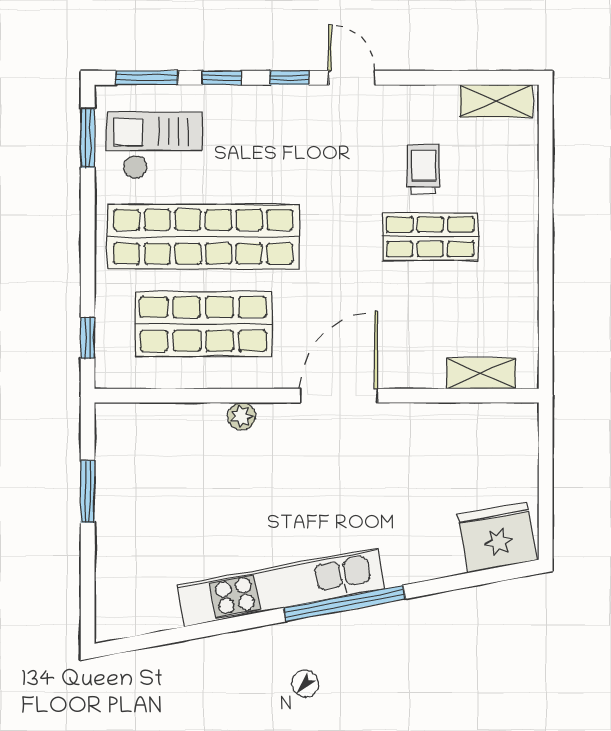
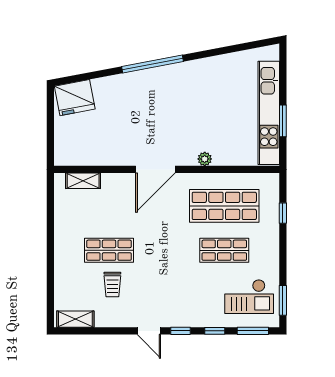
shop shelf: (203, 237) -> (224, 250), width x0.50, depth x0.74
window: (88, 338) -> (283, 213), moved
kitchen unit: (281, 587) -> (269, 113), moved, turned 101

